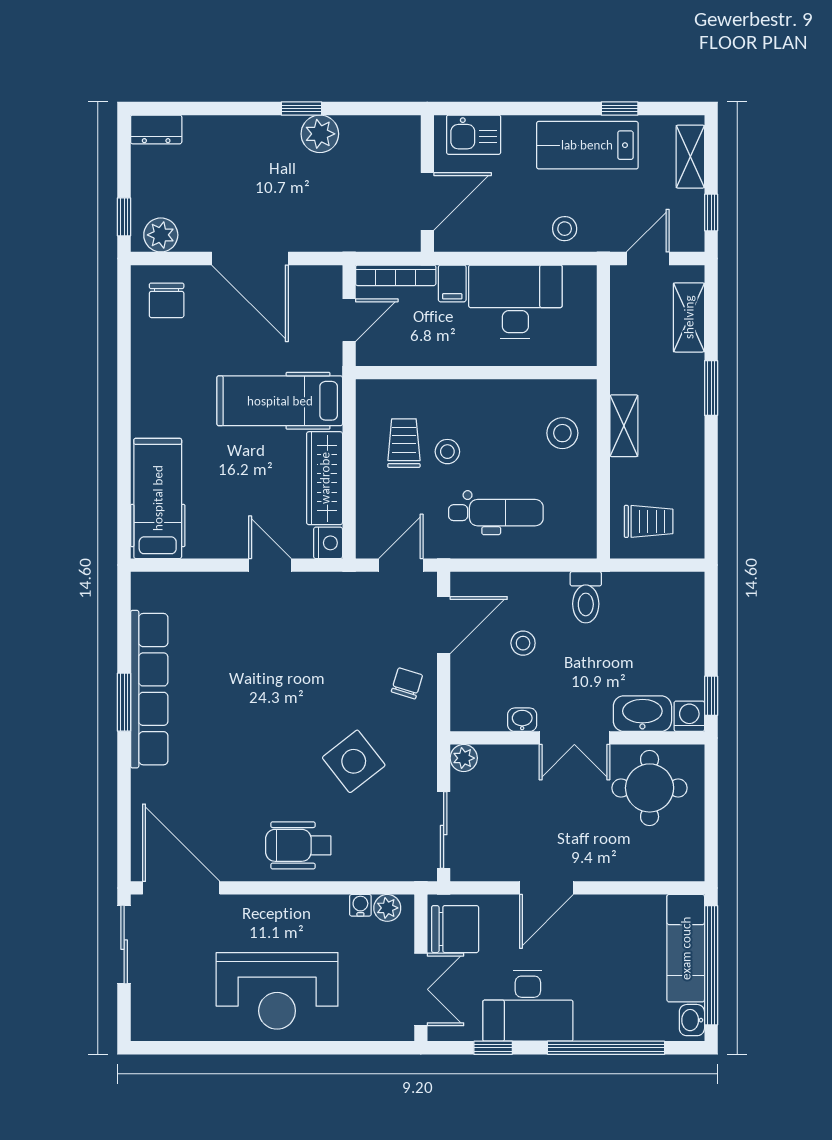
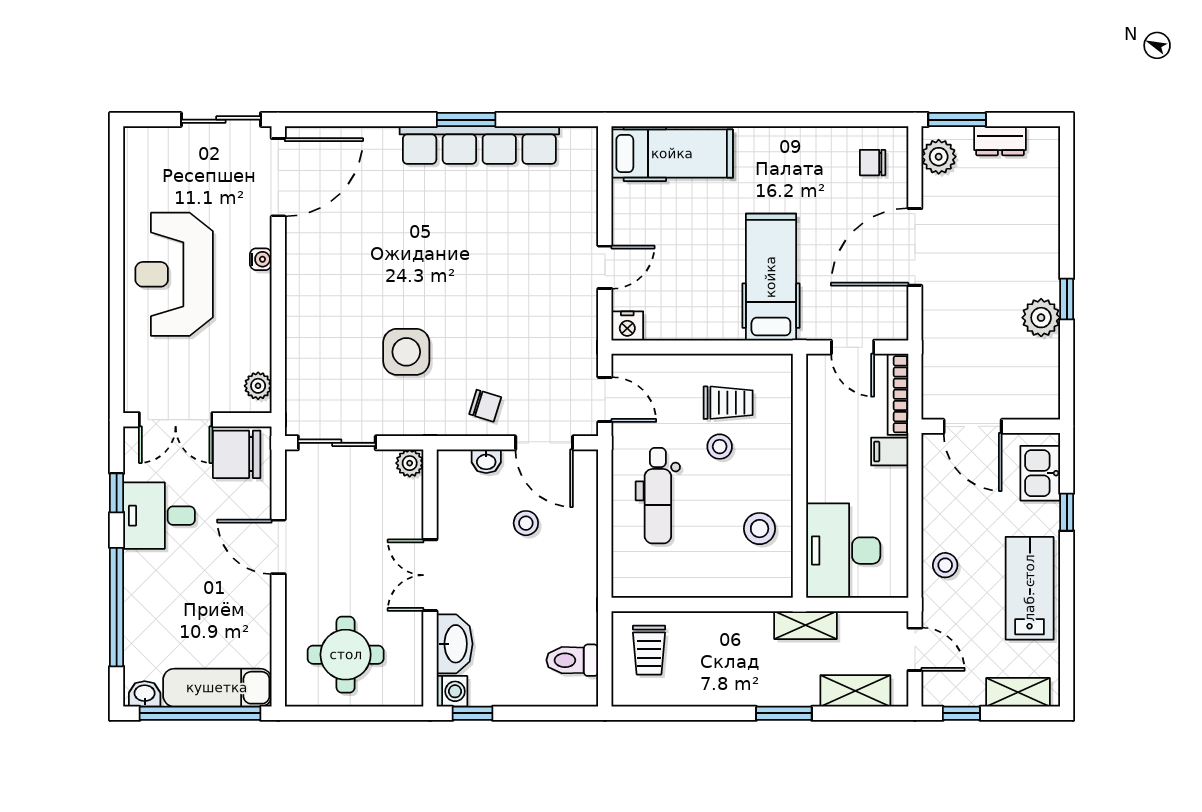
window: (620, 108) -> (1067, 512), moved
dresser: (156, 129) -> (1000, 141), moved, turned -90
window: (124, 217) -> (957, 120), width x1.50
chair: (167, 300) -> (873, 163), width x0.73, depth x0.73
desk: (515, 302) -> (843, 551), moved, turned 180
shelving: (624, 426) -> (806, 625), moved
stool: (562, 433) -> (760, 529), moved
wardrobe: (325, 478) -> (693, 322), removed
toilet: (586, 597) -> (572, 660), moved
washbasin: (522, 720) -> (486, 461), moved, turned 90
side table: (354, 761) -> (406, 352), turned 38
round table: (650, 788) -> (346, 655), moved
wheelchair: (298, 845) -> (321, 296), removed
water cooler: (360, 905) -> (261, 259), moved
chair: (455, 929) -> (237, 454), turned 90
desk: (528, 1006) -> (159, 516), width x0.73

